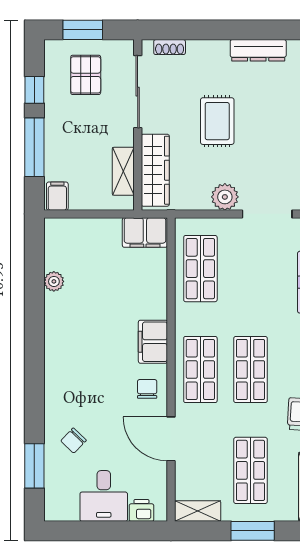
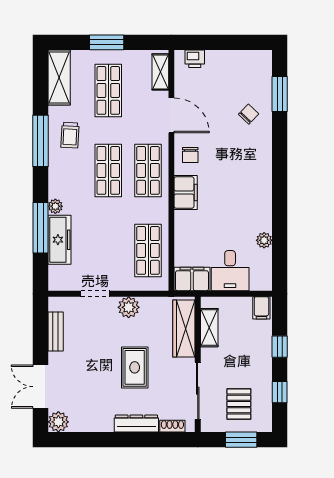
dresser: (258, 50) -> (136, 423), moved
window: (34, 147) -> (280, 347), width x0.46
doorway: (267, 214) -> (95, 294), width x0.73
desk: (104, 496) -> (230, 271), moved, turned 180
shelving: (198, 511) -> (160, 72), moved, turned 90

